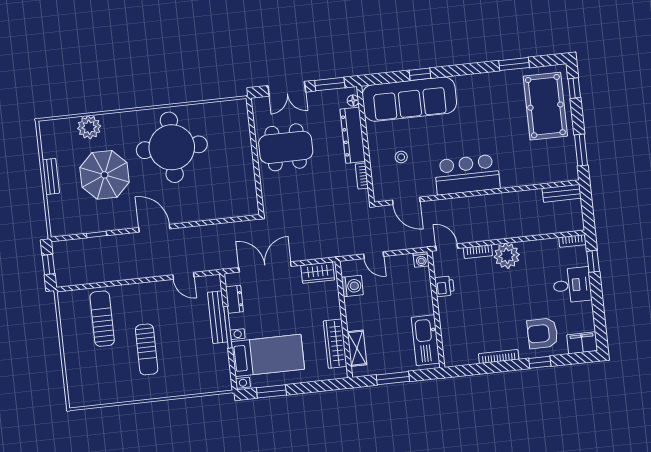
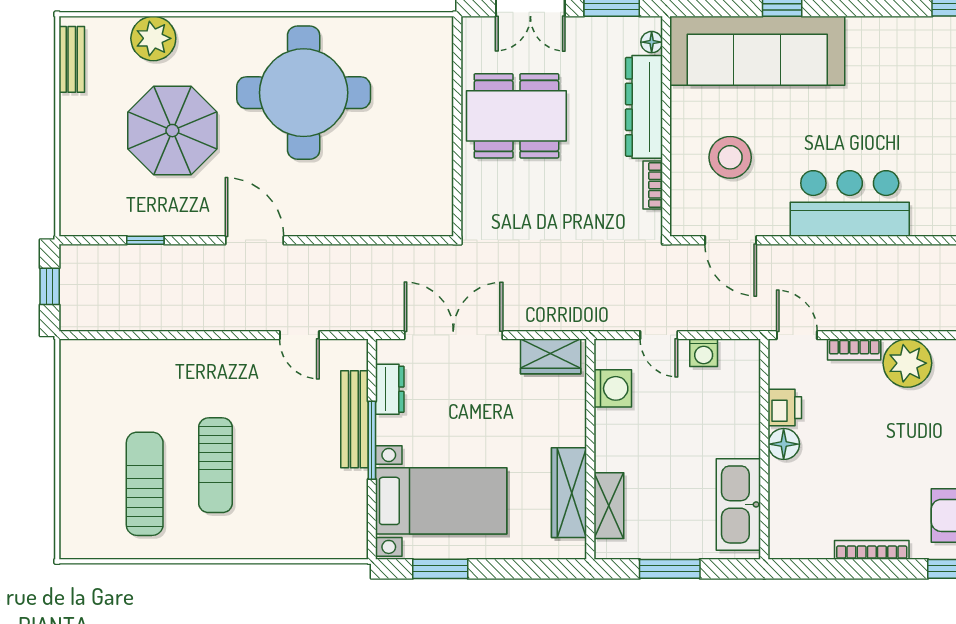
stool: (401, 157) -> (730, 157), width x1.89, depth x1.89
bench: (51, 176) -> (72, 59), moved
washing machine: (421, 259) -> (704, 353), moved
floor lamp: (446, 306) -> (784, 444), added
sun lounger: (102, 319) -> (145, 484), moved

